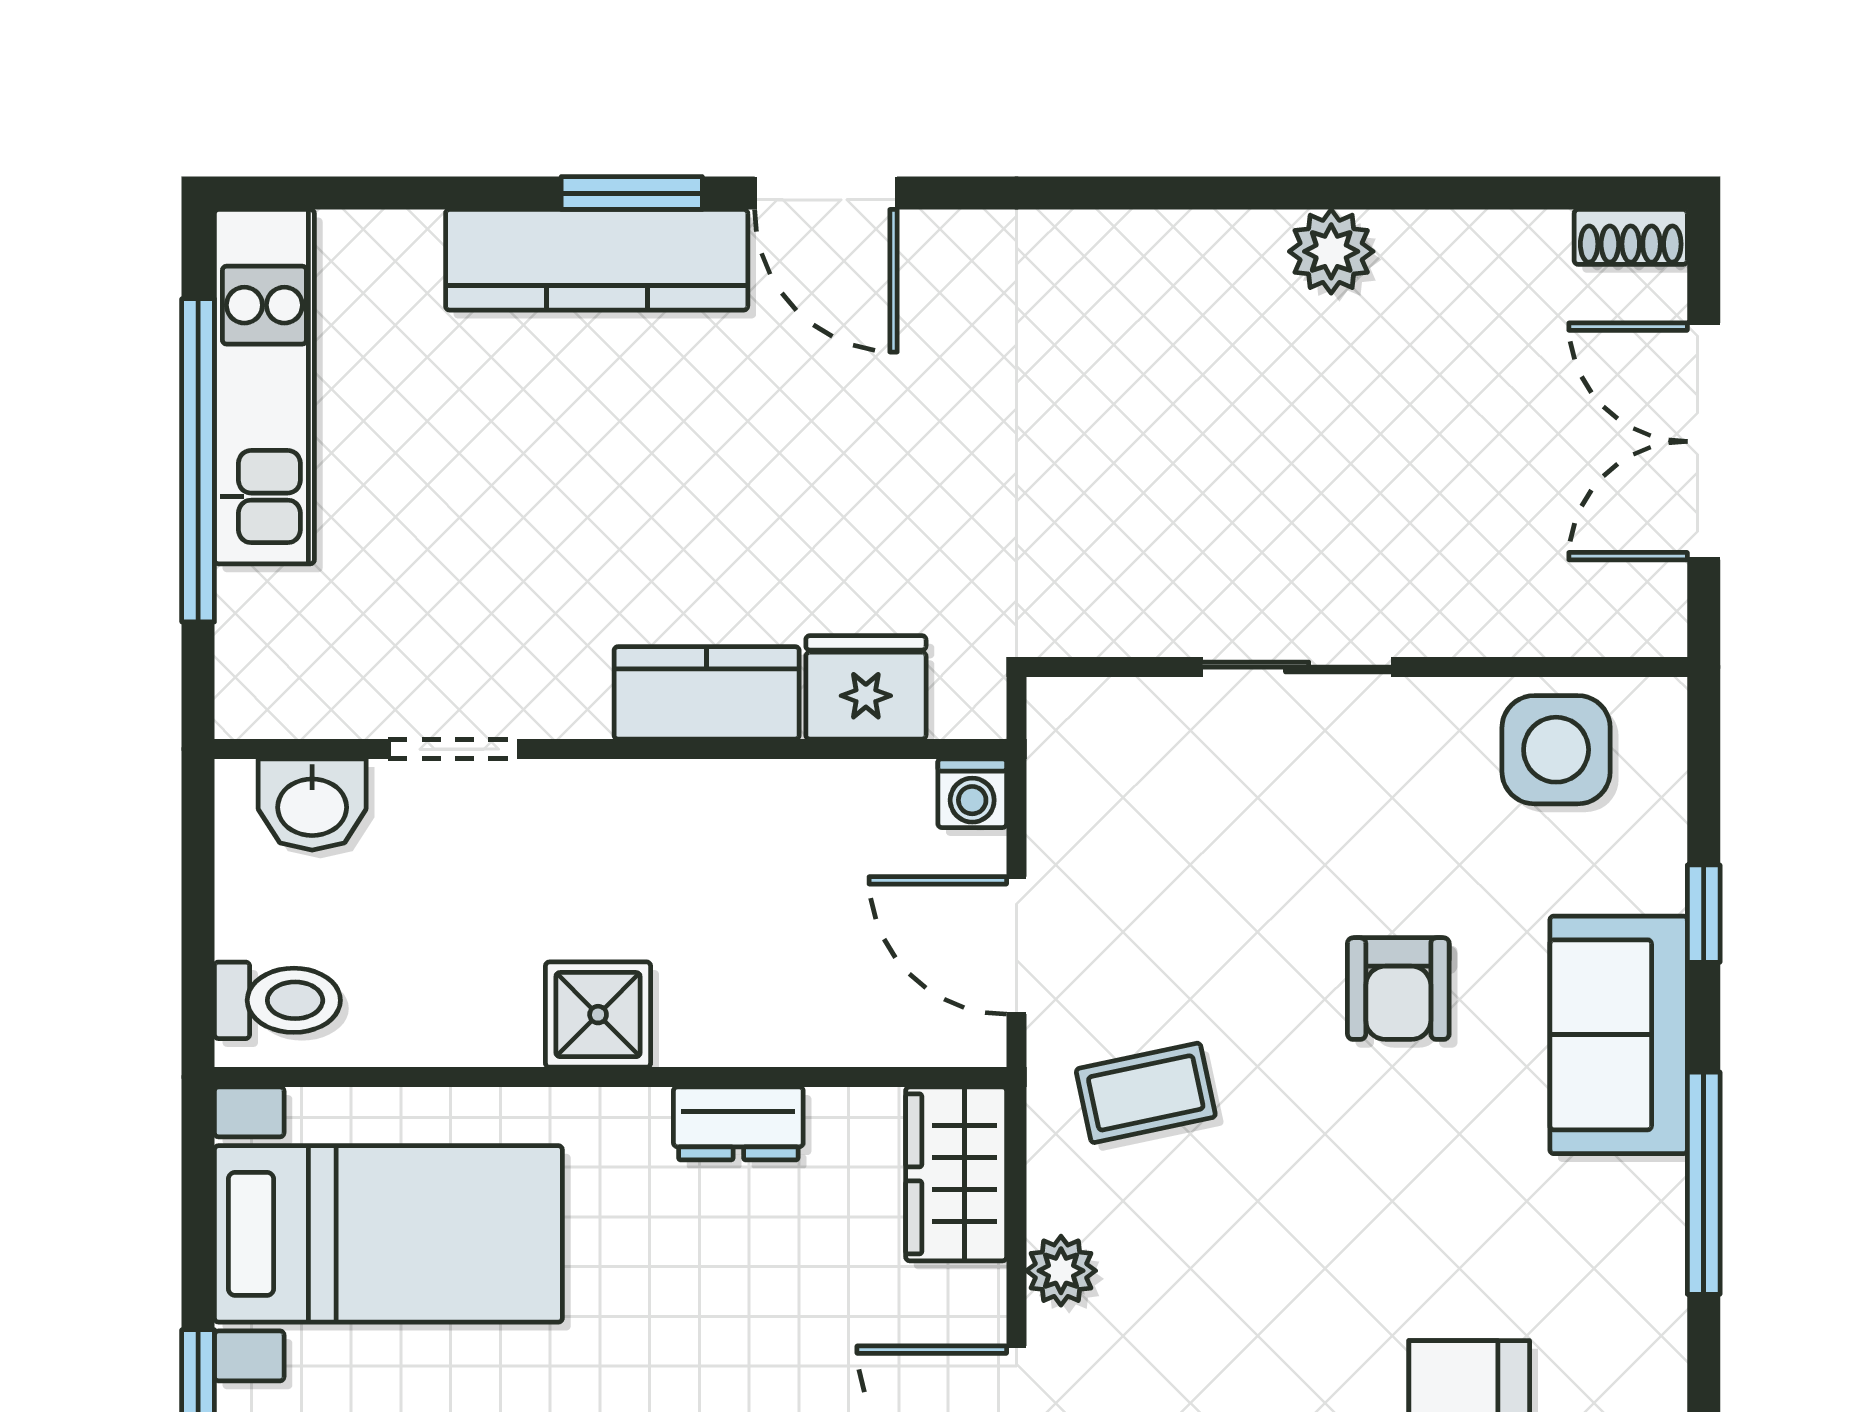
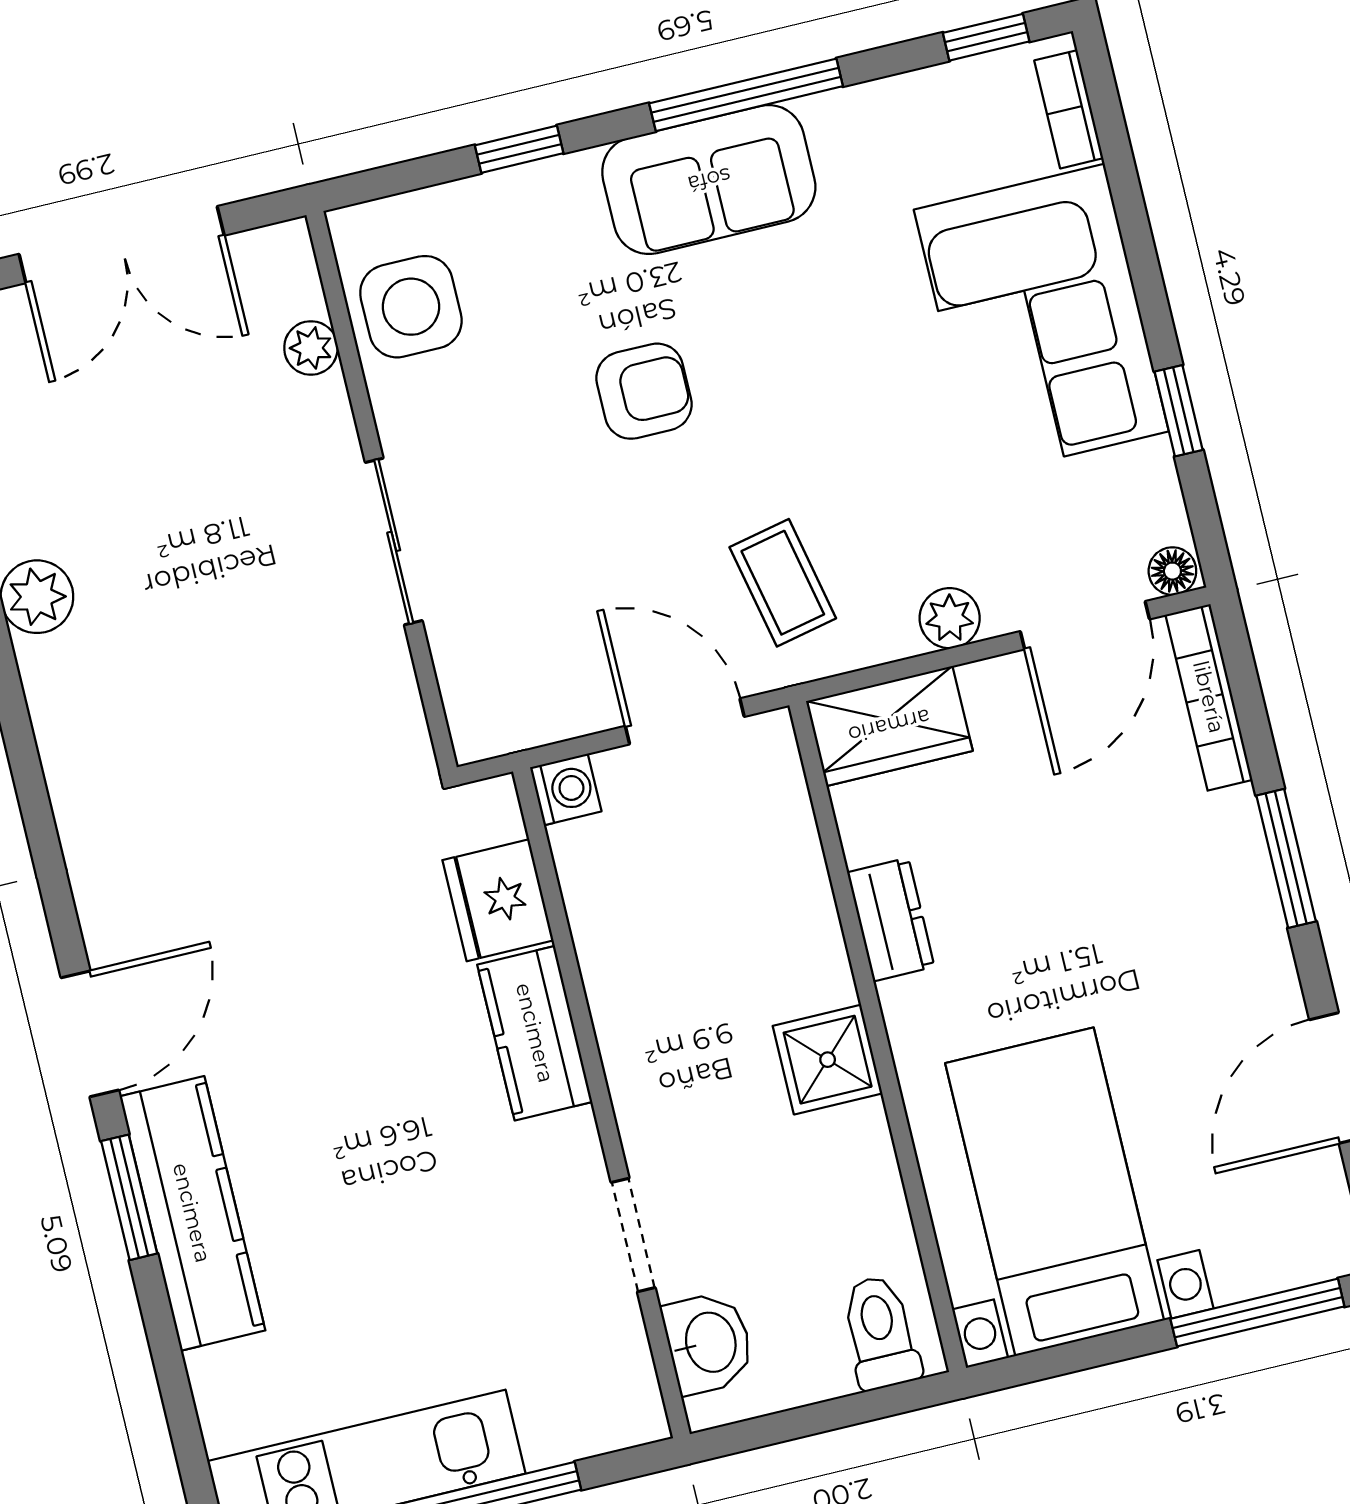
plant: (1537, 626) -> (311, 348), added
door: (1016, 945) -> (685, 721), swing flipped
sofa: (1619, 1035) -> (709, 180), moved

